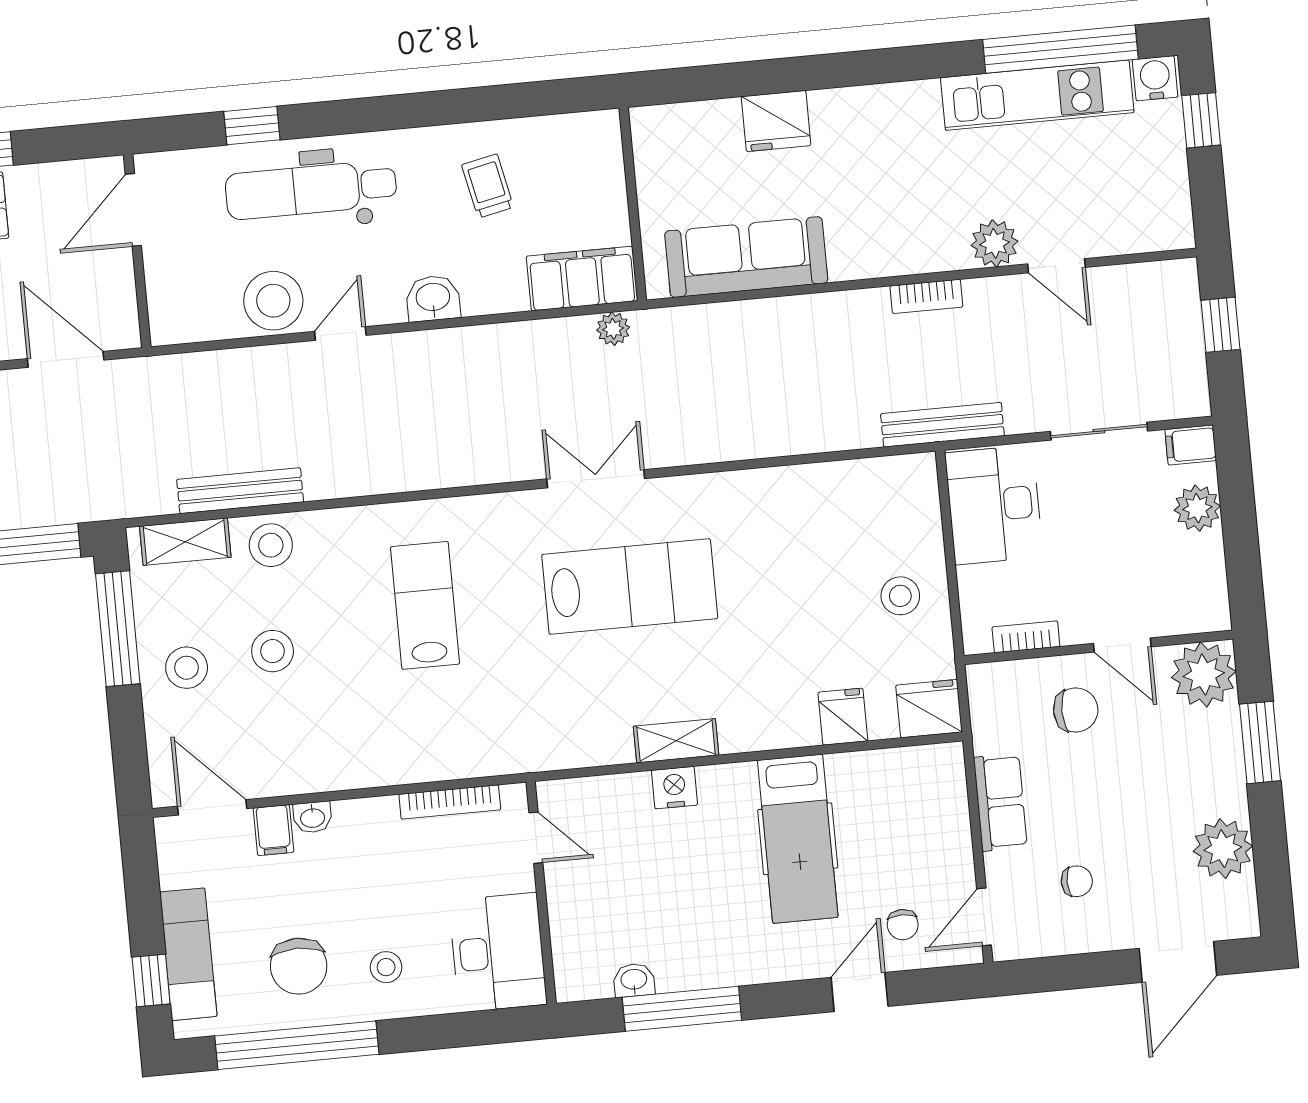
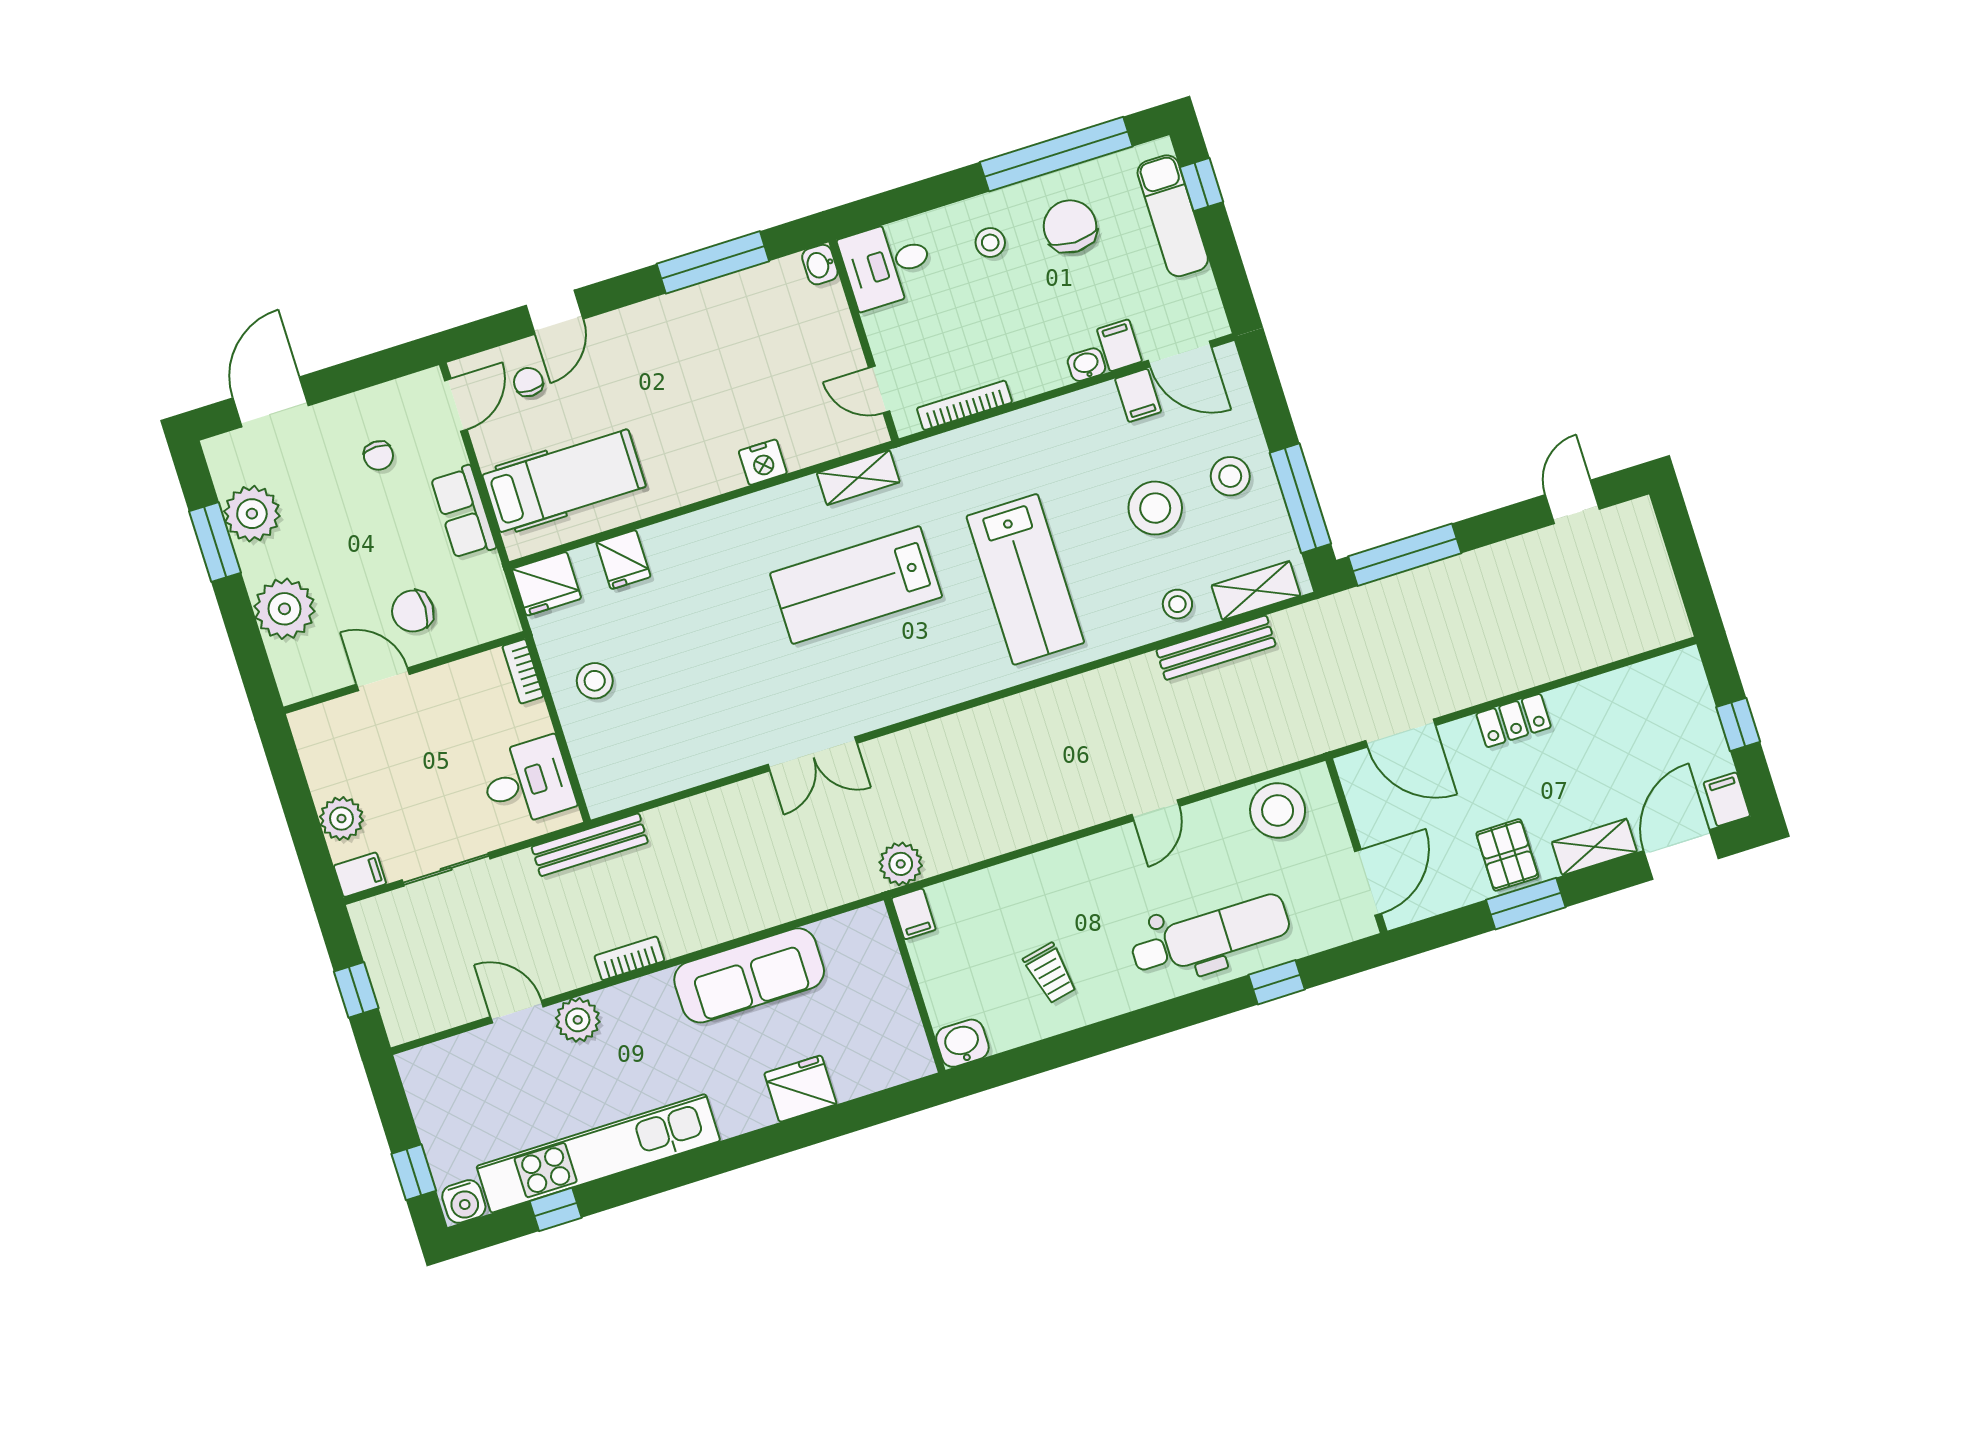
window: (1060, 49) -> (556, 1209), width x0.32
kitchen unit: (1037, 95) -> (598, 1153), width x1.36
sofa: (746, 257) -> (749, 975), moved
filing cabinet: (582, 279) -> (914, 914), width x0.33, depth x0.86
washbasin: (433, 298) -> (962, 1043), moved, turned 180
stool: (273, 301) -> (1278, 810), moved
plant: (613, 329) -> (901, 864), width x1.38, depth x1.38
double door: (596, 479) -> (812, 754), moved
desk: (994, 505) -> (527, 782), width x0.73
stool: (271, 545) -> (1177, 604), width x0.73, depth x0.73
lab bench: (630, 587) -> (856, 585), moved
lab bench: (425, 605) -> (1025, 579), width x1.36, depth x1.39
bookcase: (1026, 637) -> (523, 671), moved, turned 90
stool: (273, 651) -> (1155, 508), width x1.38, depth x1.38
plant: (1204, 675) -> (284, 609), moved
shelving: (676, 741) -> (858, 478), moved
window: (1260, 742) -> (215, 542), moved
filing cabinet: (265, 773) -> (1138, 395), added
hospital bed: (798, 839) -> (564, 481), moved, turned 90
chair: (1077, 881) -> (378, 456), turned -90
desk: (498, 952) -> (887, 264), width x0.73
washbasin: (634, 980) -> (820, 265), moved, turned 90

